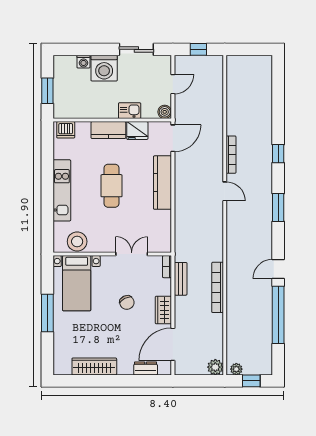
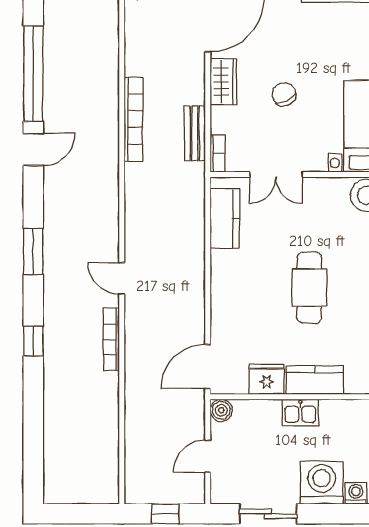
kitchen sink: (130, 111) -> (300, 412), moved
kitchen counter: (162, 183) -> (225, 218), moved, width x0.67

